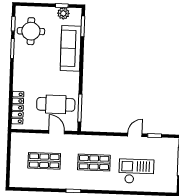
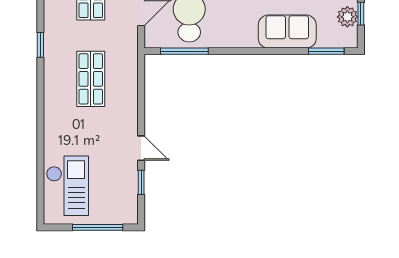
sofa: (71, 48) -> (287, 32), width x0.73
checkout: (136, 171) -> (68, 186), moved

